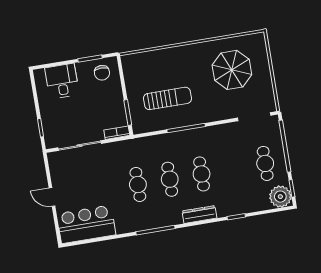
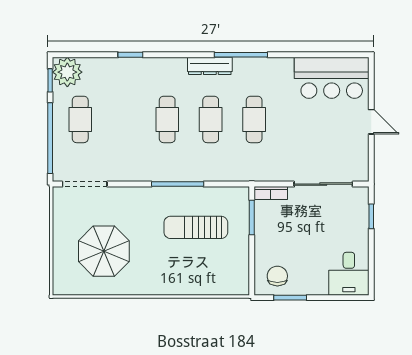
desk: (62, 81) -> (349, 274), moved
dresser: (199, 215) -> (210, 66), moved

